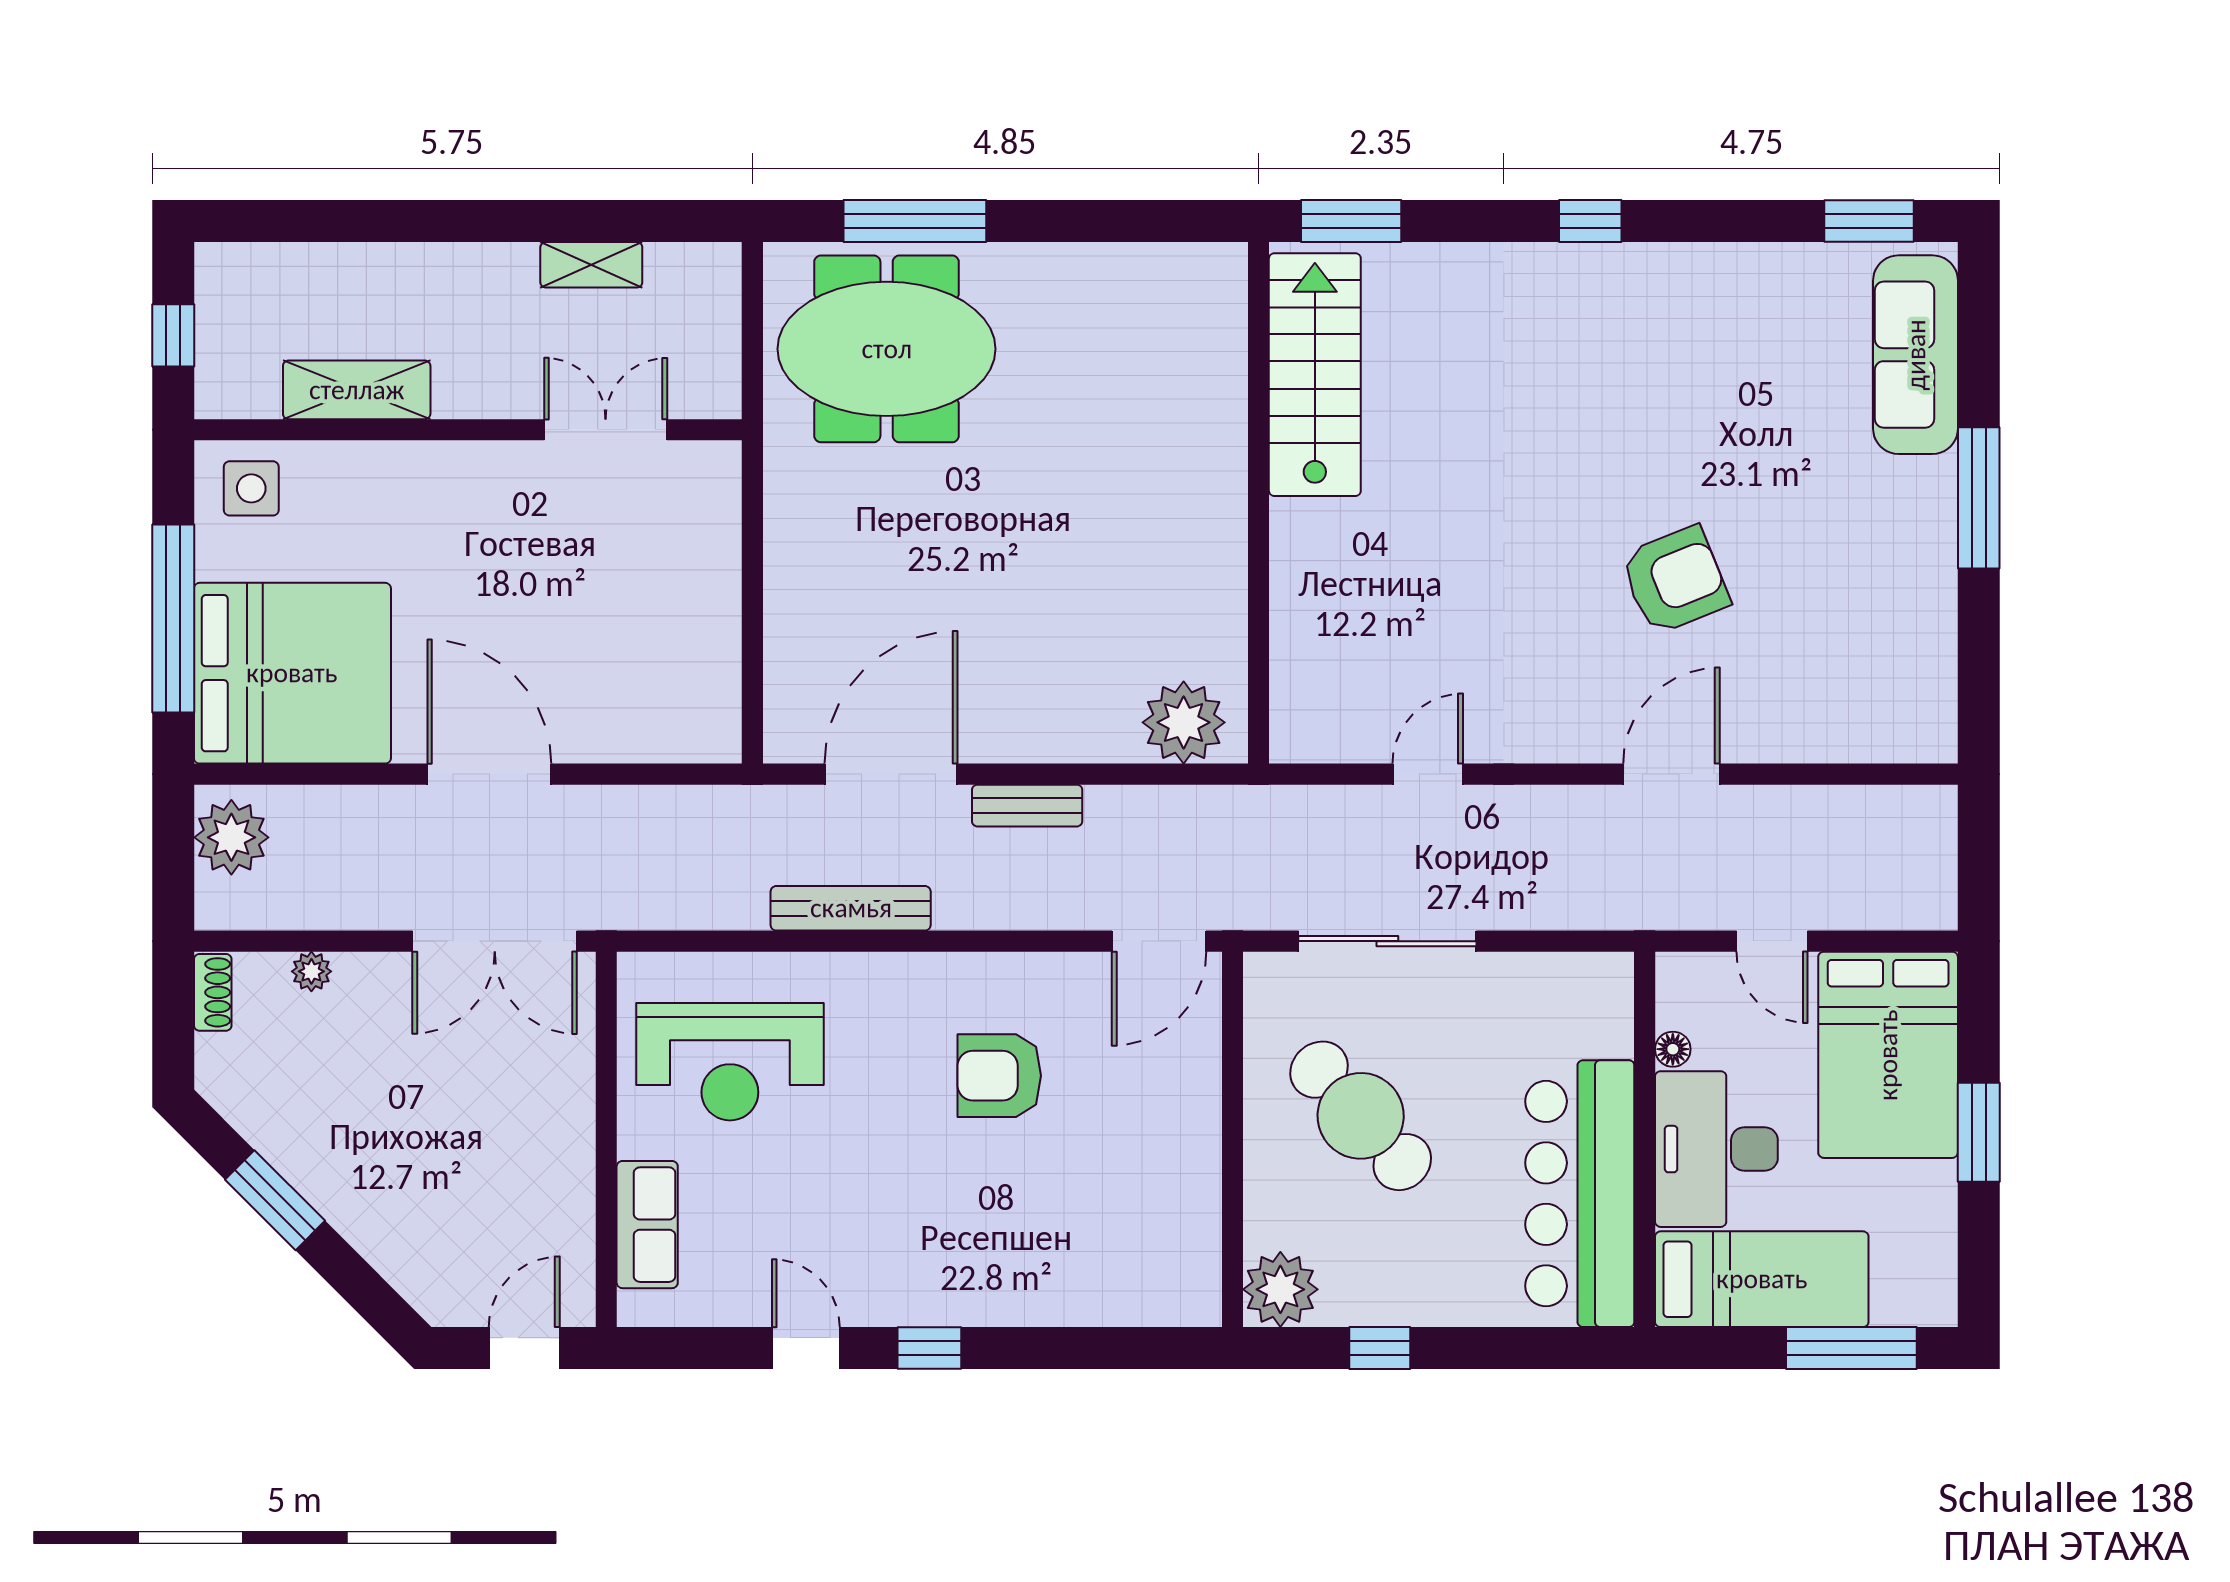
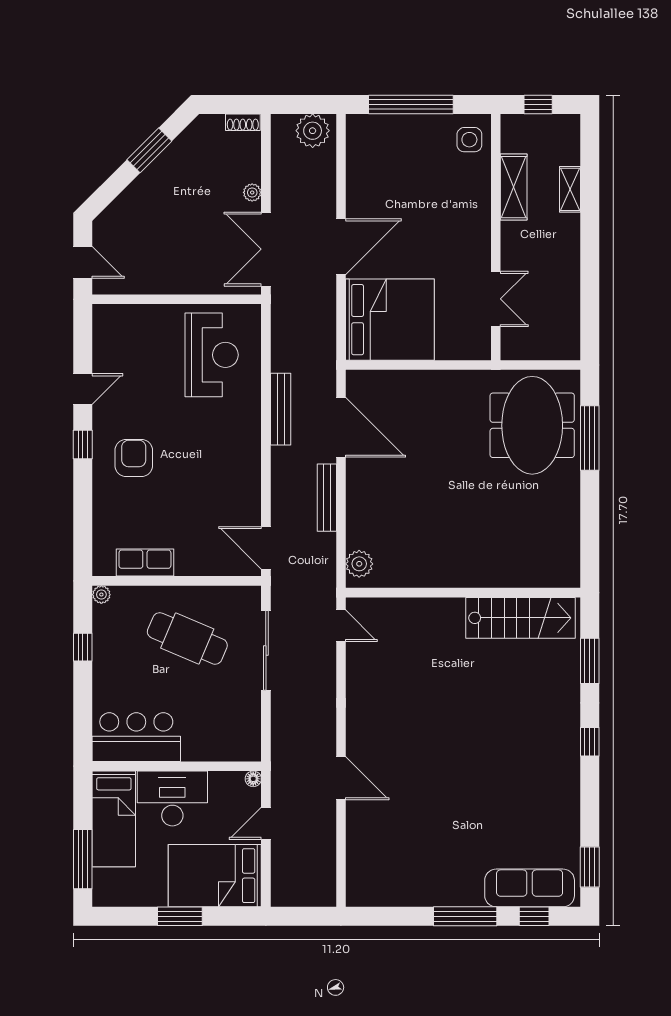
window: (1351, 221) -> (590, 661), moved
shelving: (591, 265) -> (570, 189), moved
window: (1979, 344) -> (534, 916), added
armchair: (1675, 580) -> (428, 780), removed
bed: (292, 673) -> (390, 320), moved, turned -90
plant: (1184, 722) -> (359, 564), width x0.73, depth x0.73
door: (1428, 774) -> (341, 626), moved
bench: (1027, 806) -> (327, 498), width x1.36
plant: (311, 971) -> (252, 192), moved
floor lamp: (1673, 1049) -> (253, 779), moved
reception desk: (730, 1062) -> (212, 355), turned 180
armchair: (999, 1076) -> (134, 458), moved
cafe table: (1361, 1116) -> (187, 638), turned 65
bar counter: (1580, 1194) -> (136, 737), width x0.73
row of seats: (647, 1225) -> (145, 562), moved, turned 180
plant: (1280, 1289) -> (101, 595), width x0.53, depth x0.53

